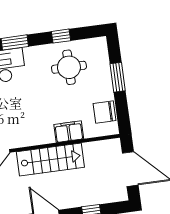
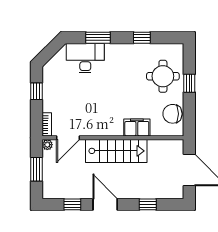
round table: (69, 67) -> (163, 76), moved
window: (118, 77) -> (189, 83), width x0.67

